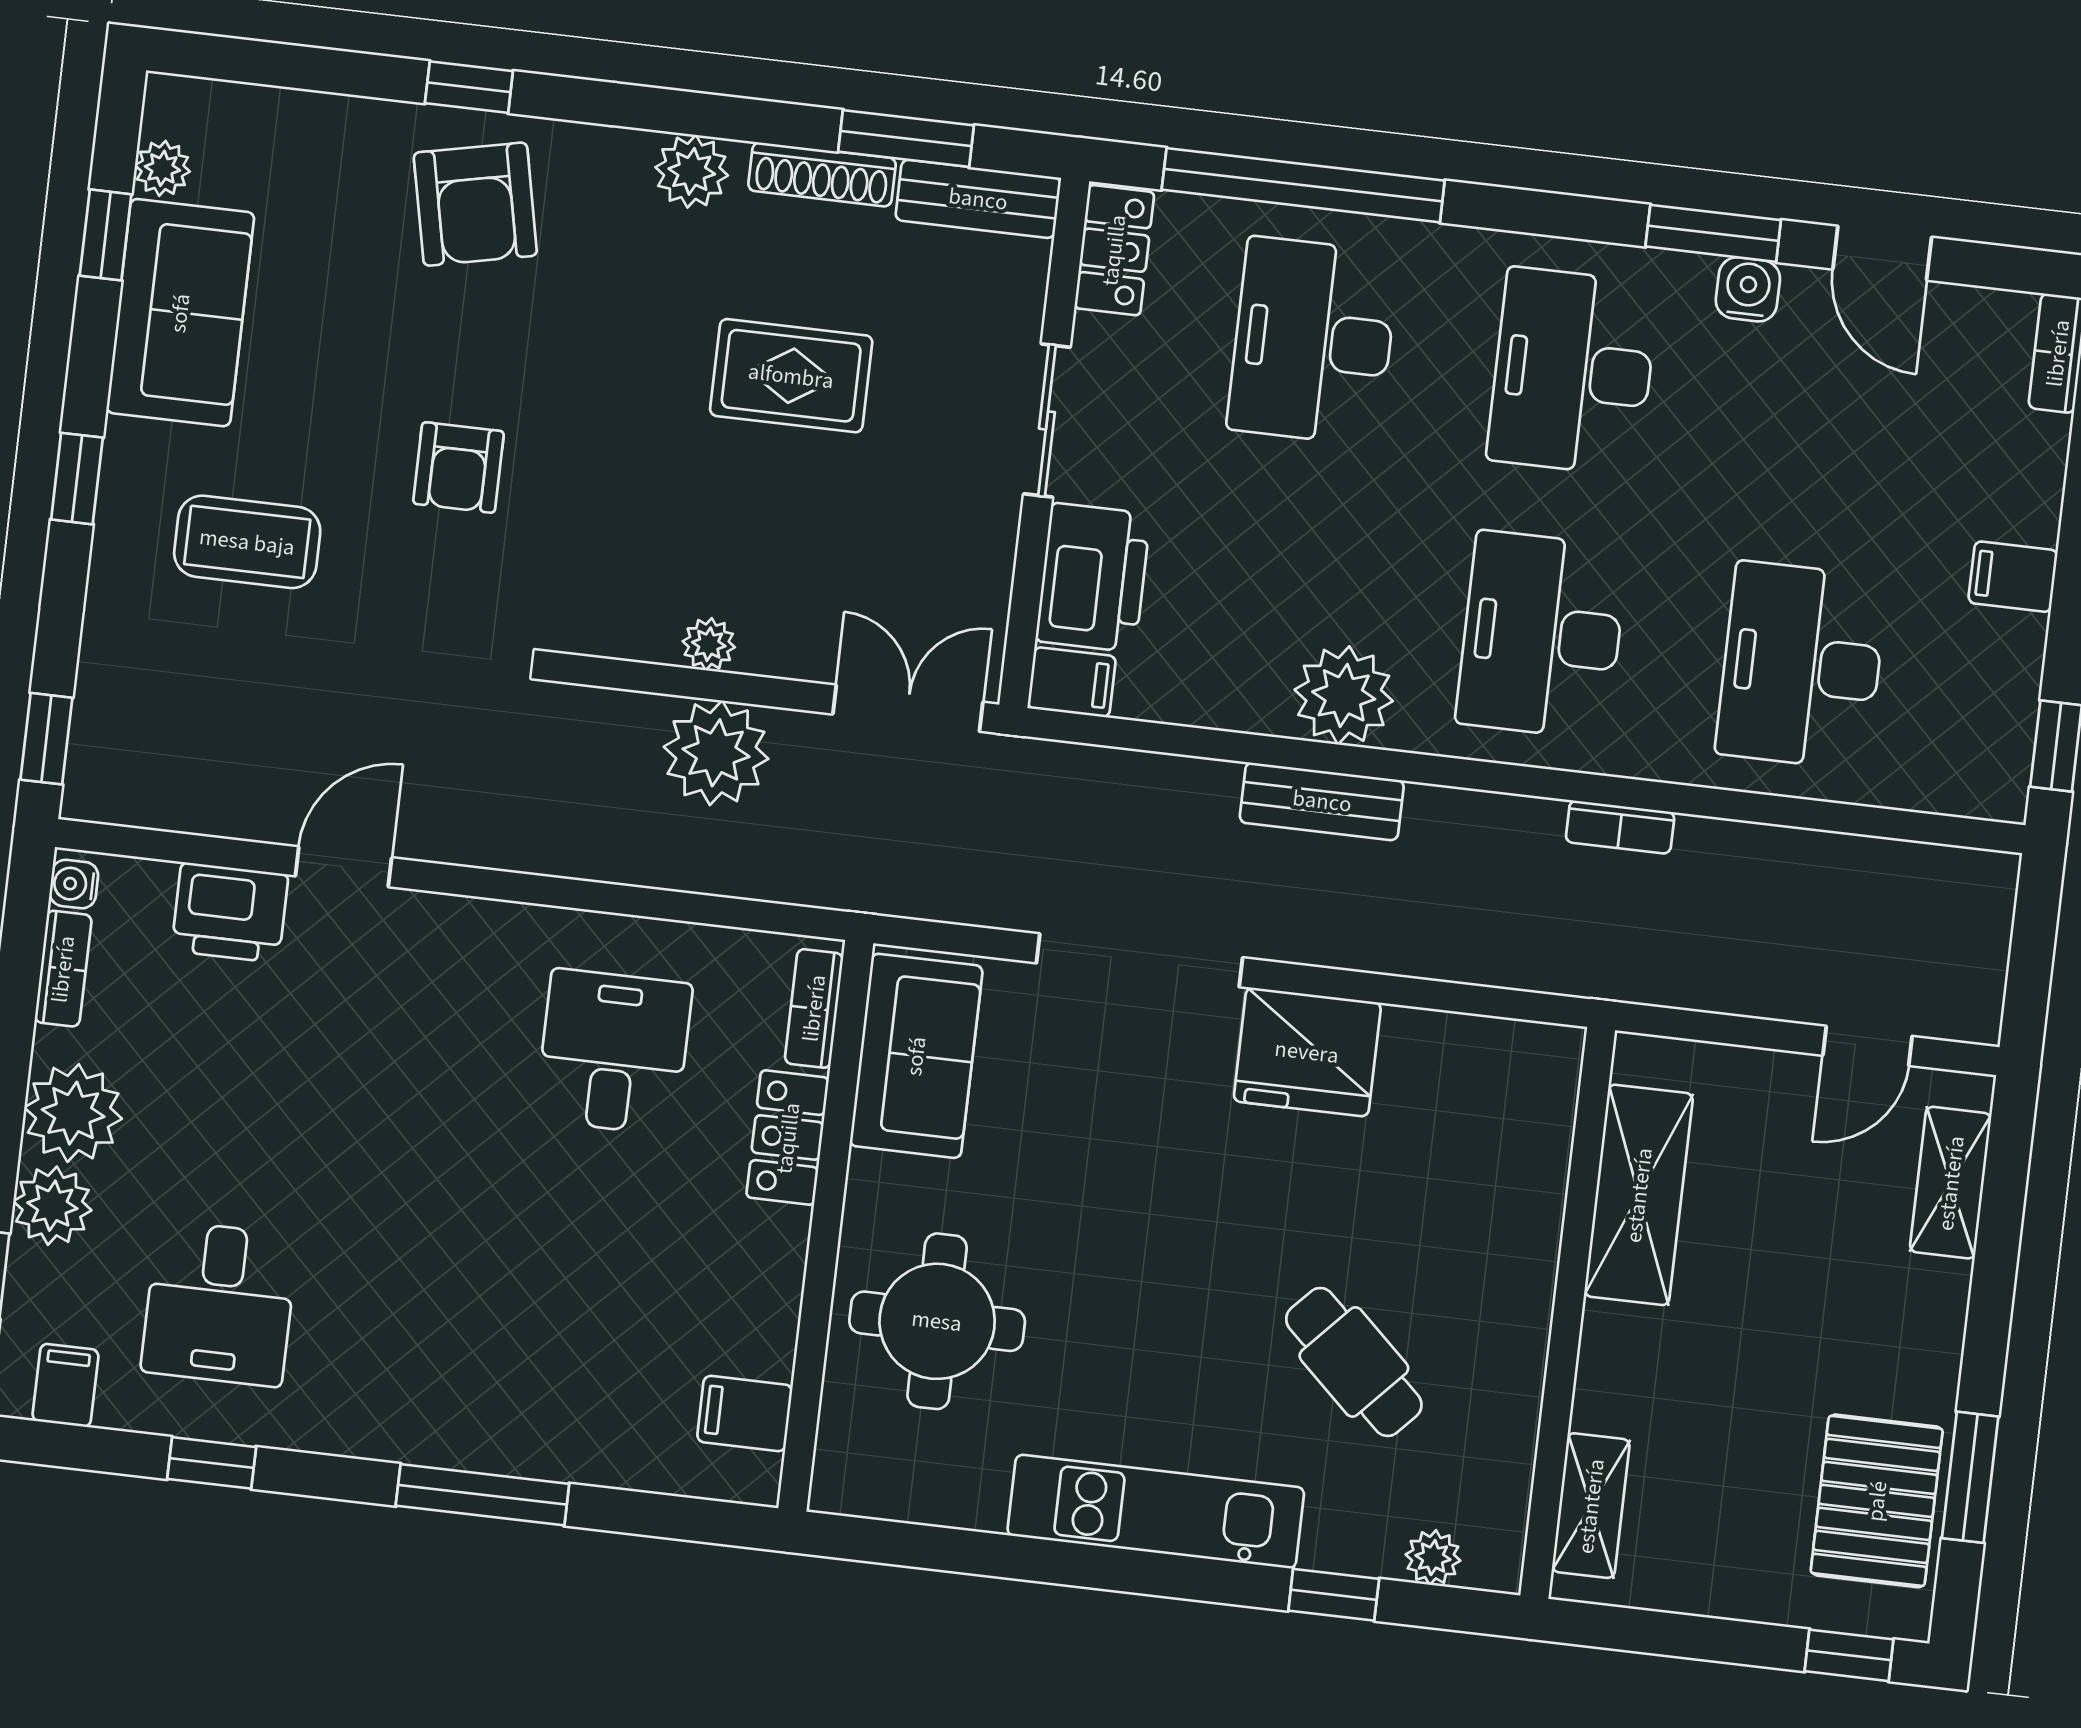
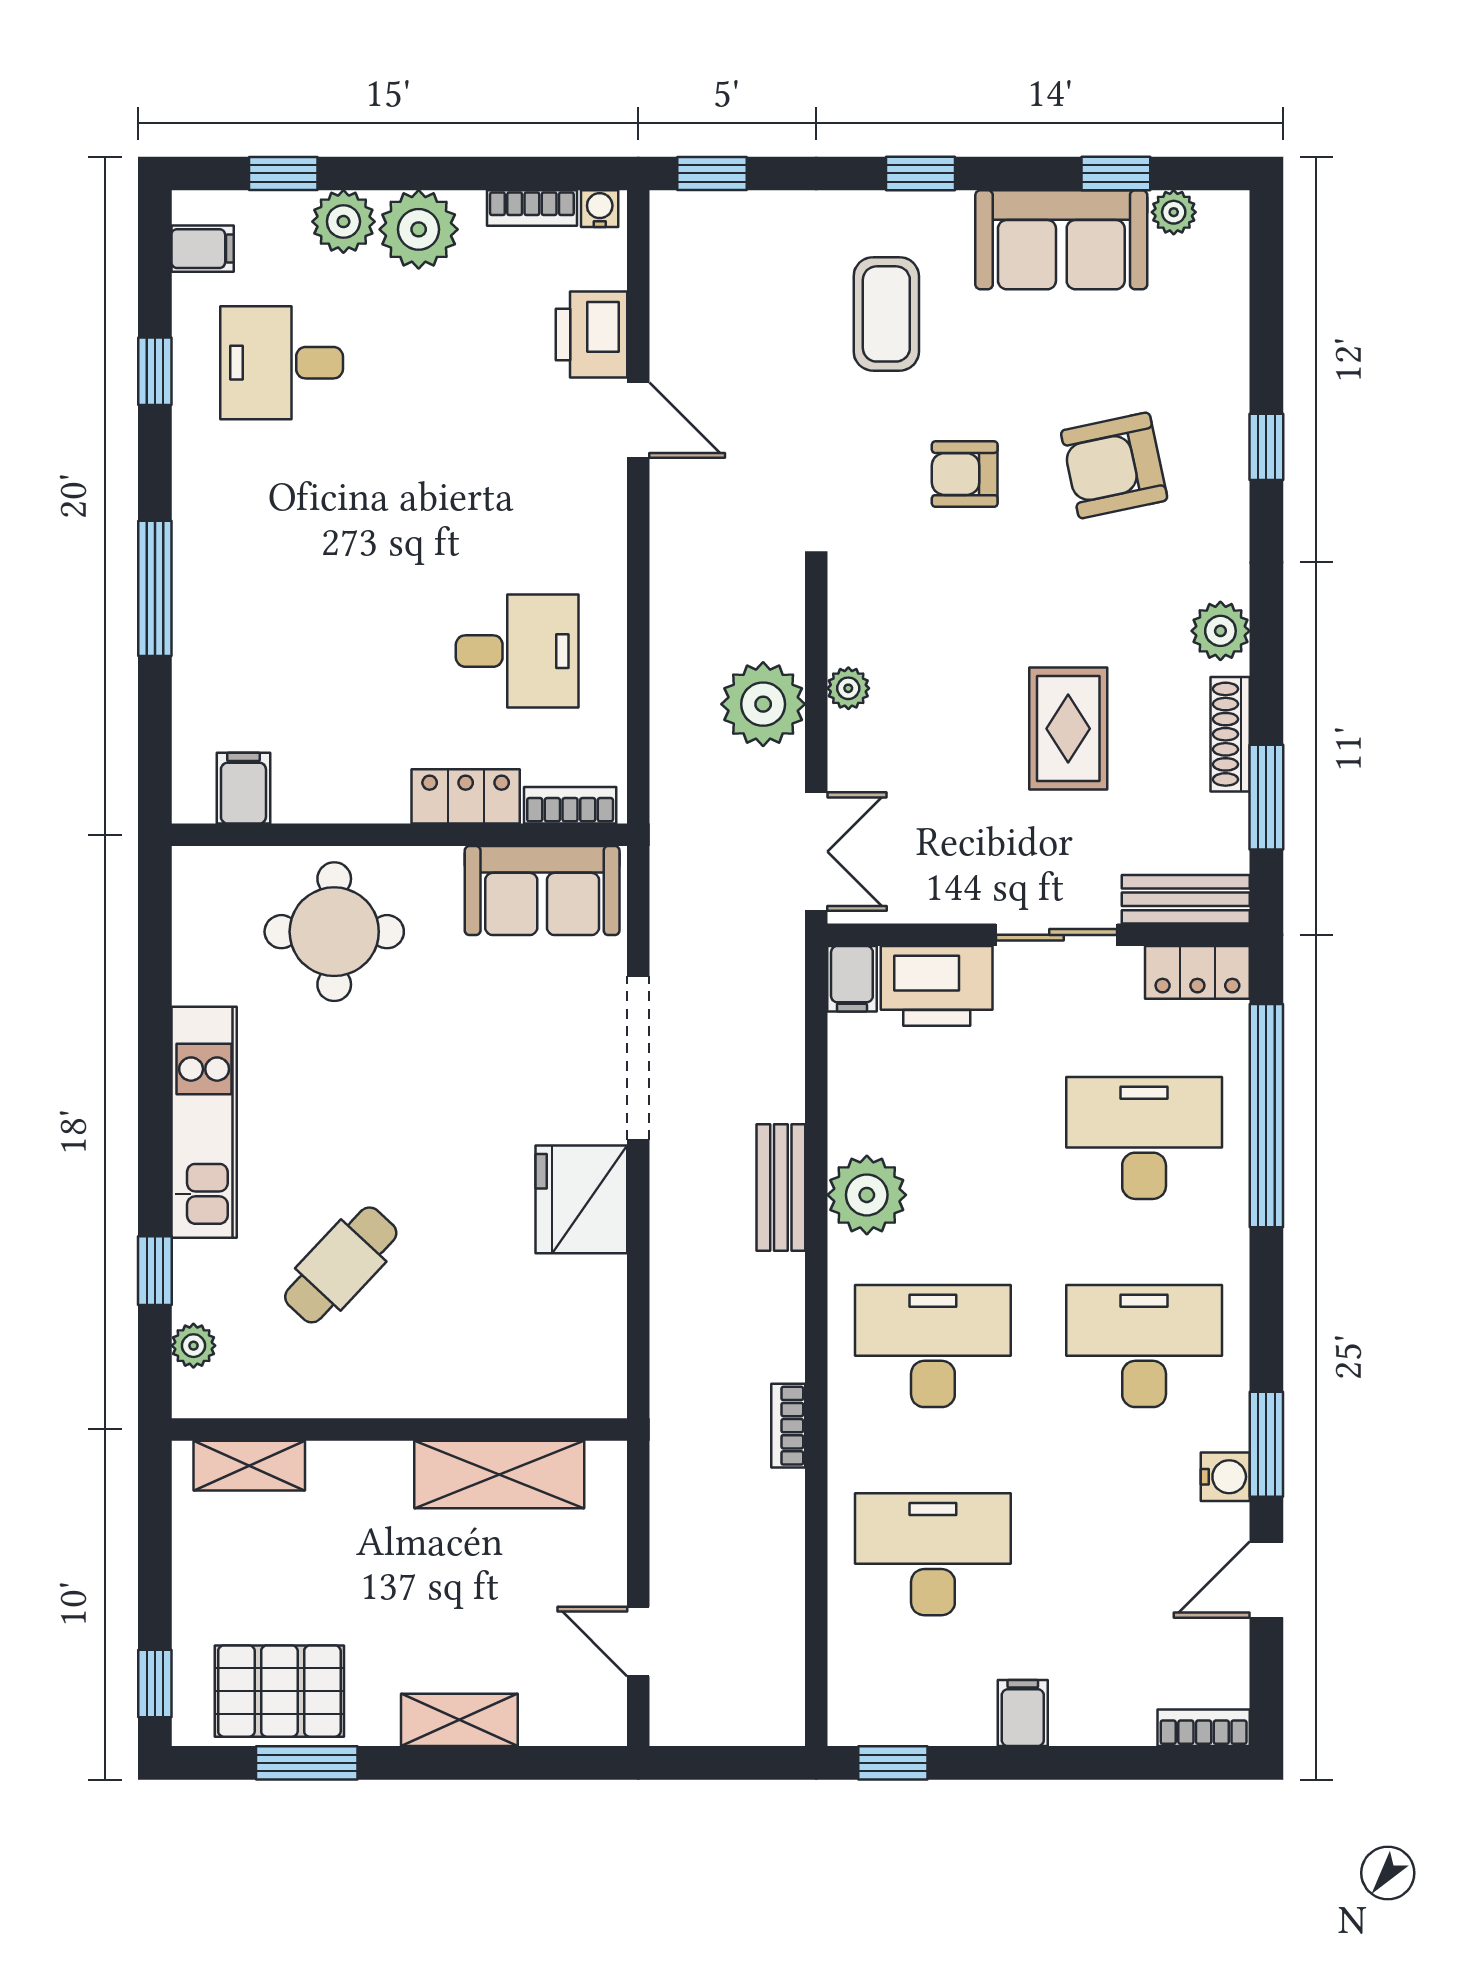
bench: (978, 199) -> (1186, 899), moved, turned 90
armchair: (475, 204) -> (1114, 465), moved
shelving: (1951, 1183) -> (459, 1720), moved

